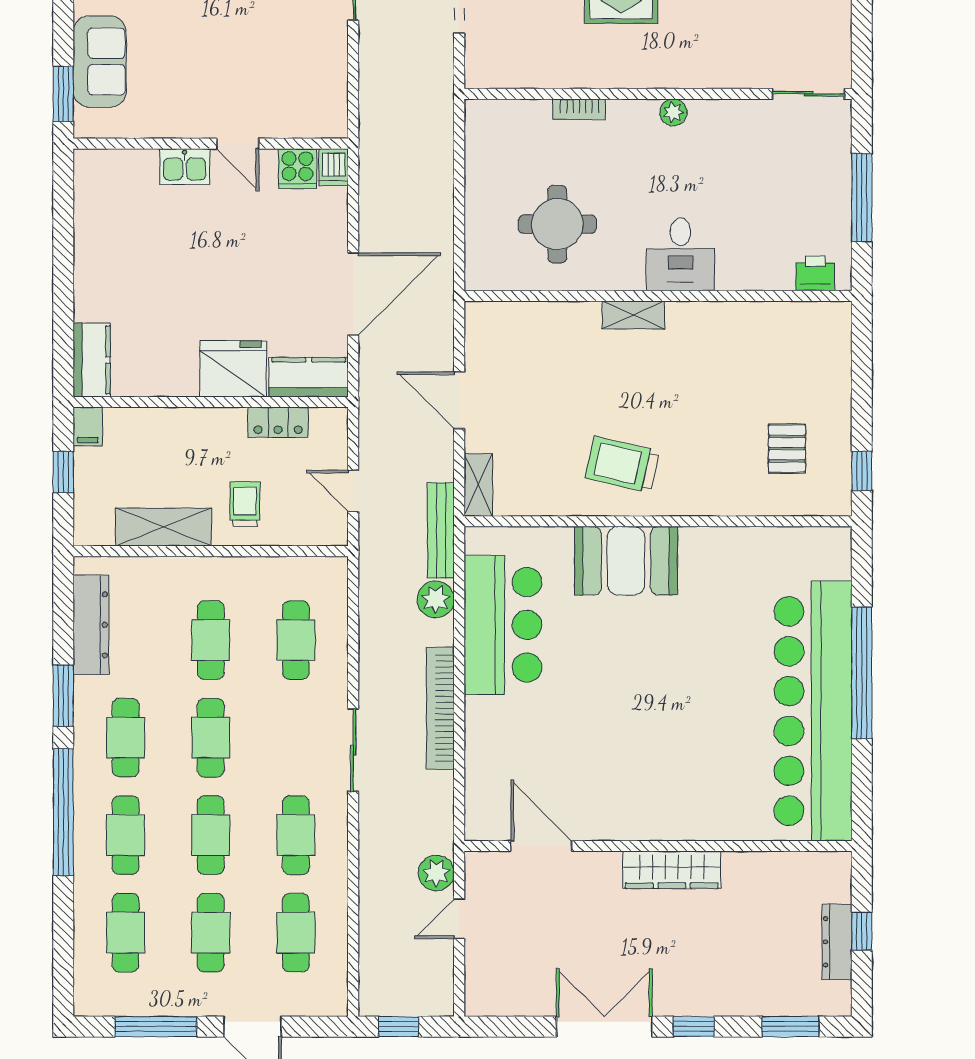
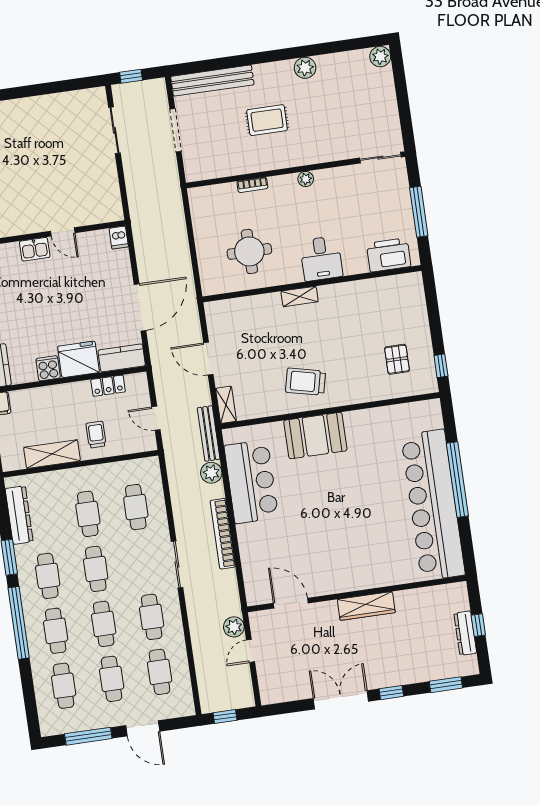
cooker: (297, 169) -> (48, 368), moved, turned 180
printer: (815, 273) -> (389, 255), width x1.87, depth x1.48

